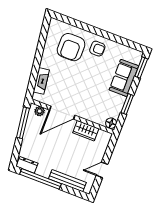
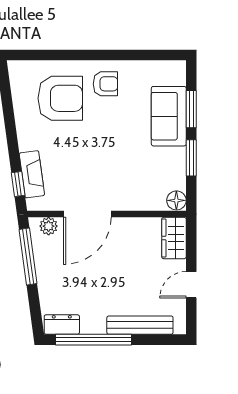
armchair: (71, 47) -> (60, 98), turned -90
window: (141, 68) -> (191, 109), moved
window: (32, 83) -> (18, 184), added
wardrobe: (86, 131) -> (174, 238), moved, turned 90

